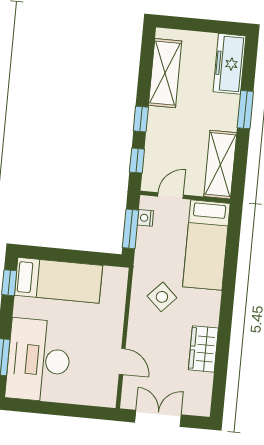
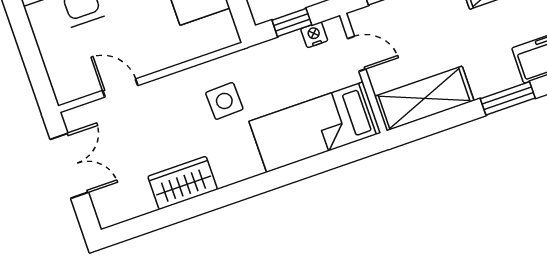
window: (130, 229) -> (292, 22), width x0.67
side table: (162, 297) -> (224, 101), turned 45
door: (122, 361) -> (120, 88), swing flipped

